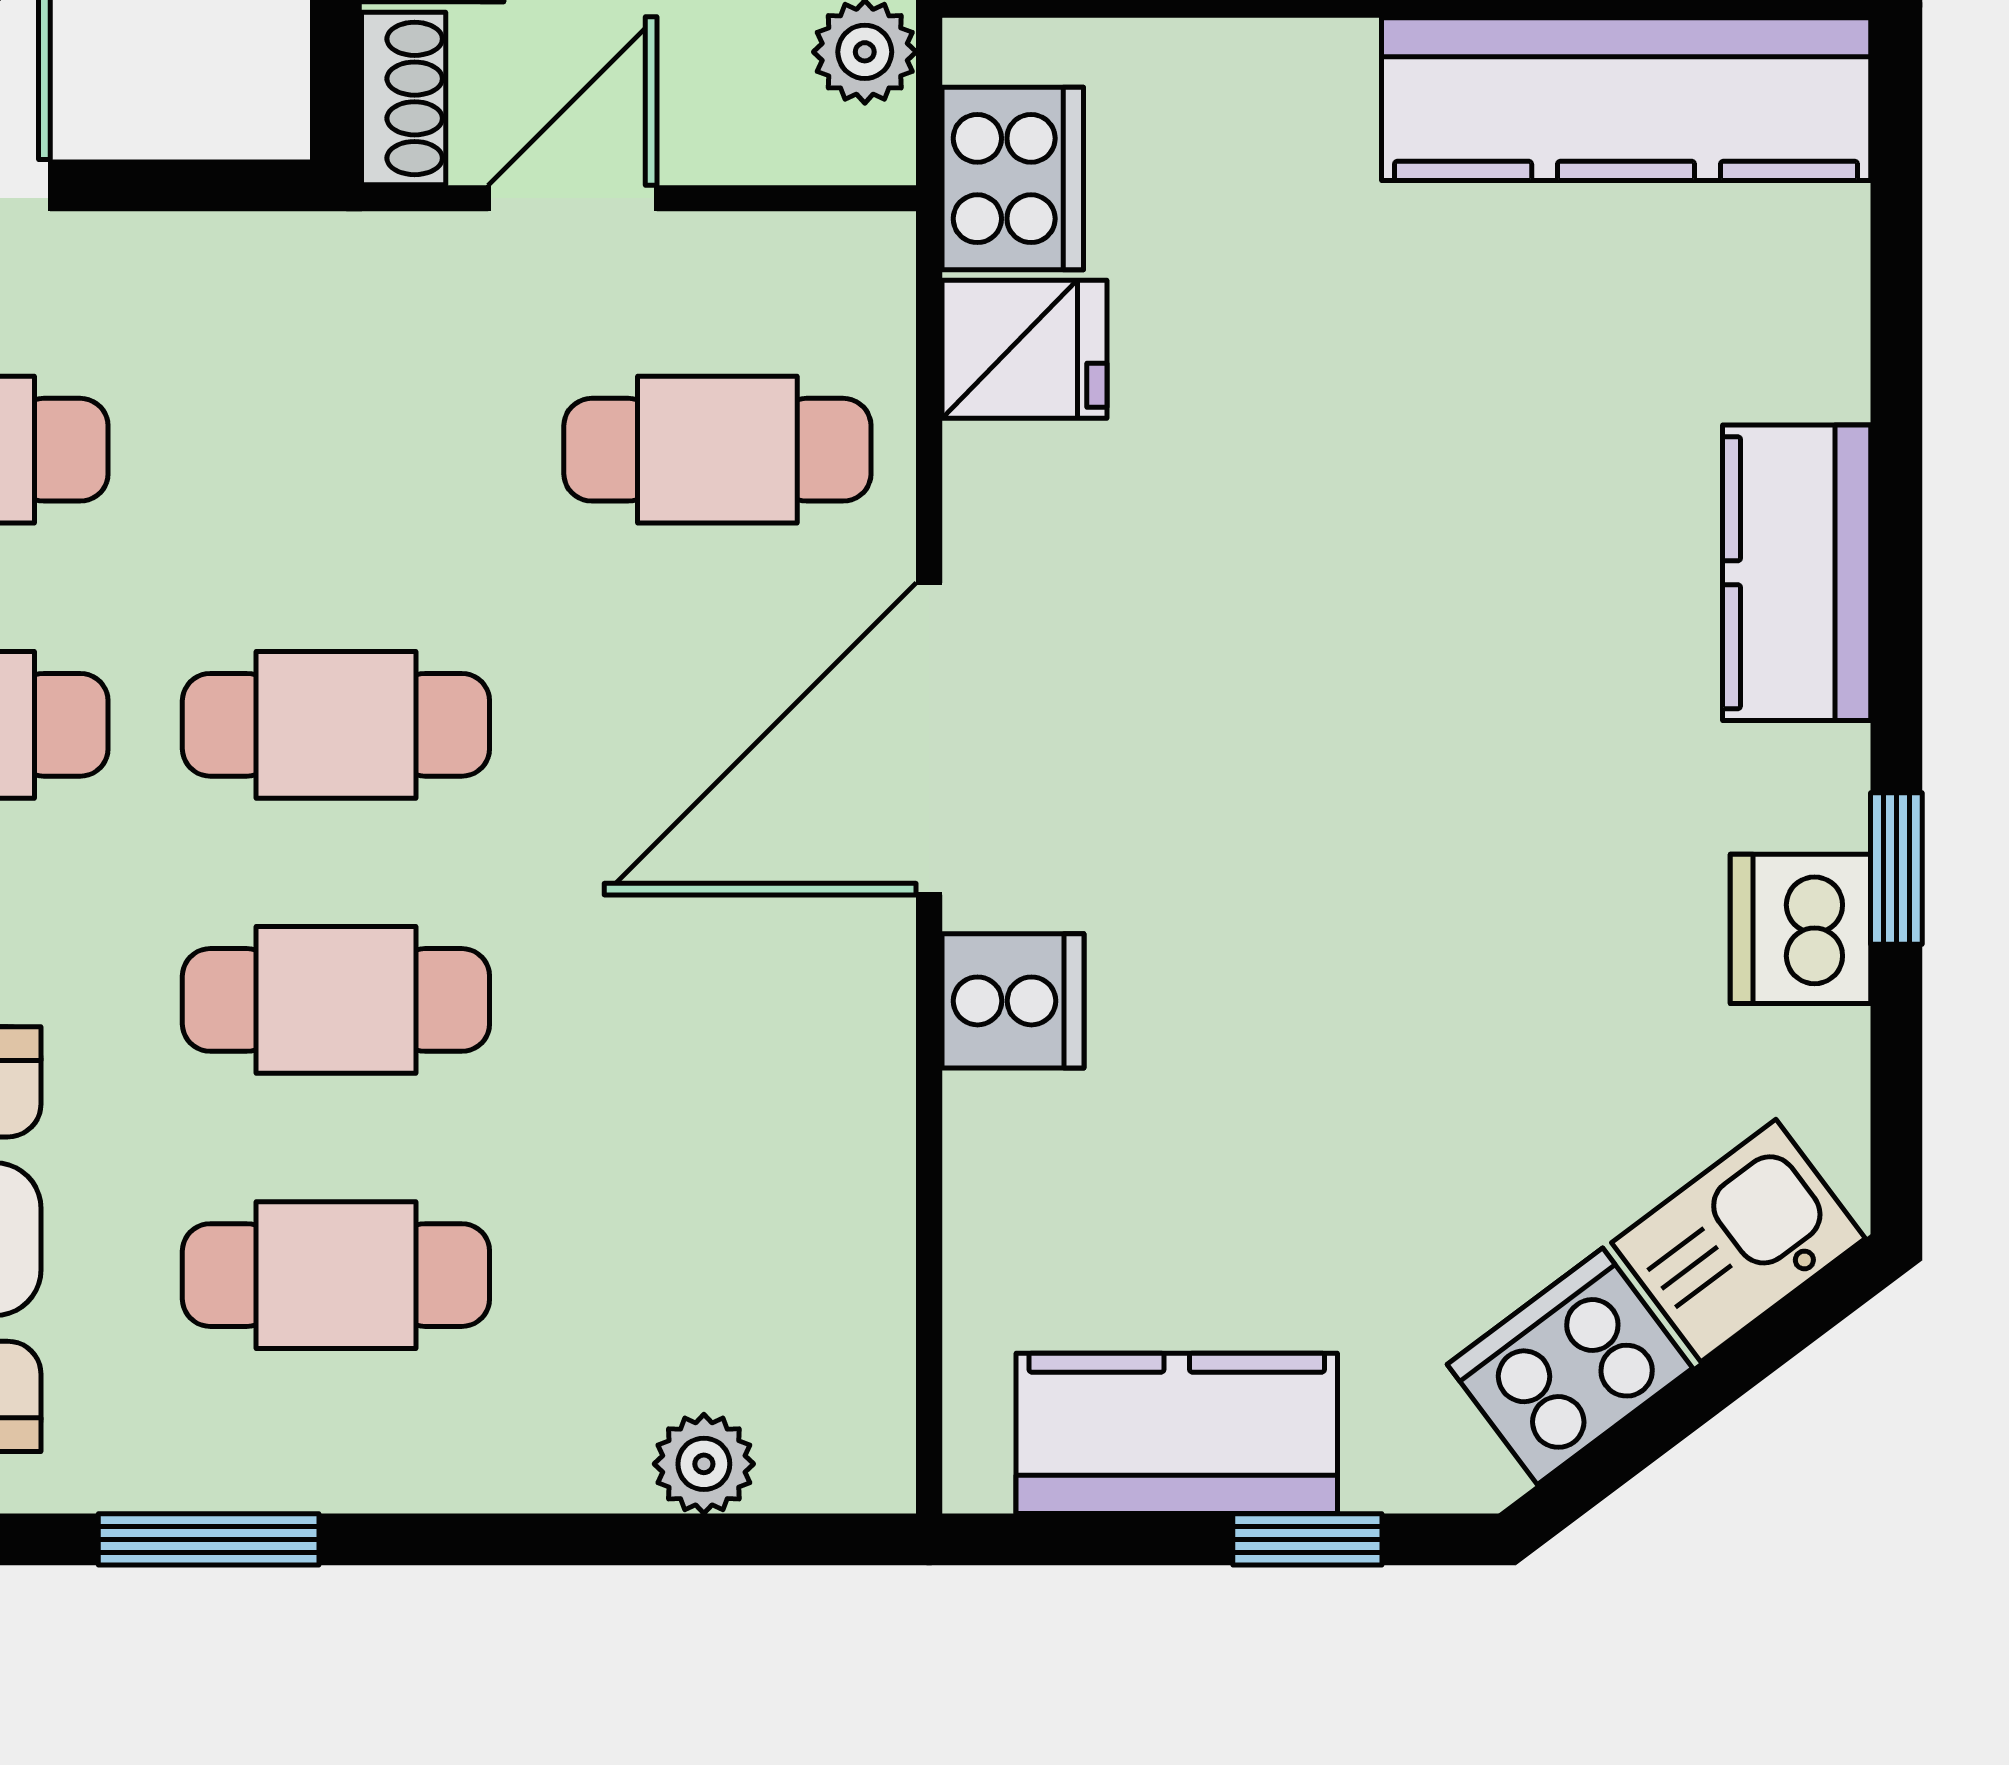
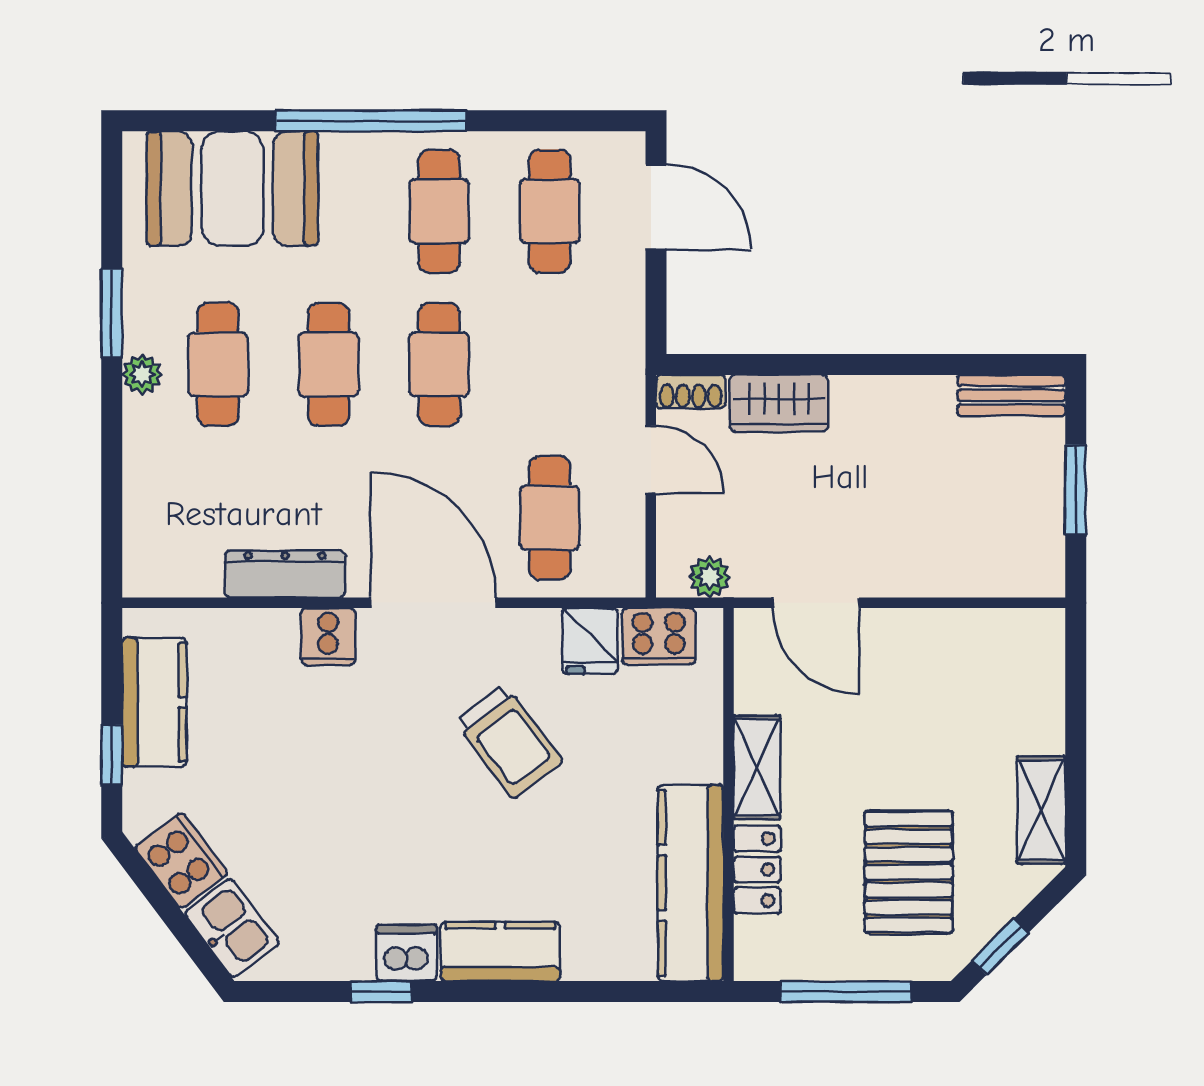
trolley: (1274, 550) -> (509, 741), added
dishwasher: (1800, 929) -> (407, 953), moved
dresser: (858, 1108) -> (285, 574), added
plant: (704, 1464) -> (142, 374), moved

